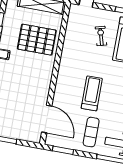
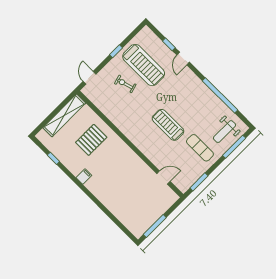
pallet: (37, 40) -> (91, 140), width x0.73, depth x0.71
door: (47, 119) -> (163, 177), width x0.53

